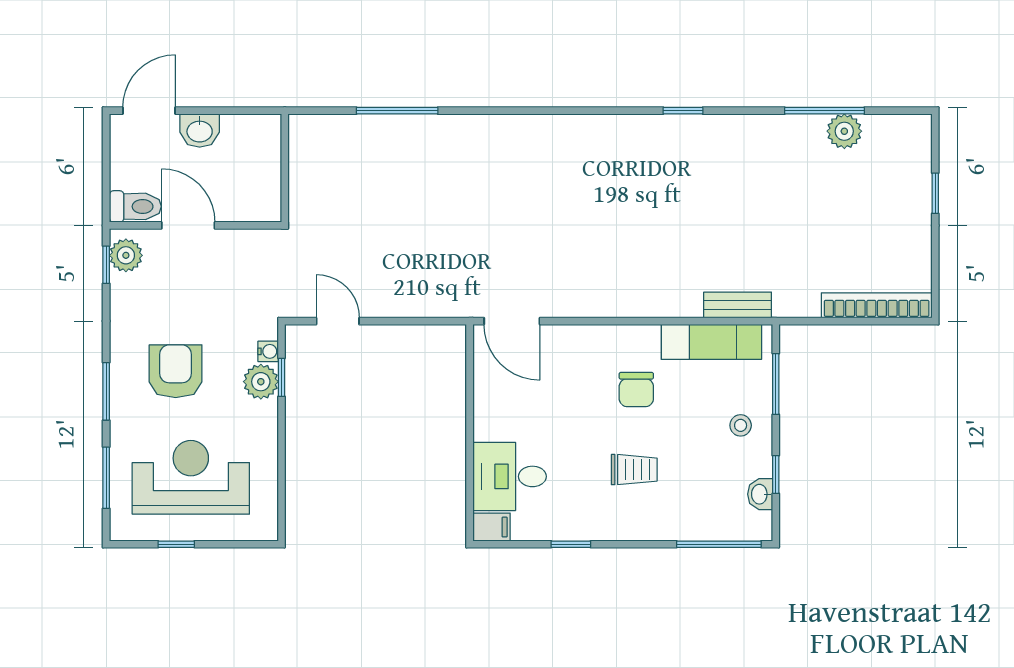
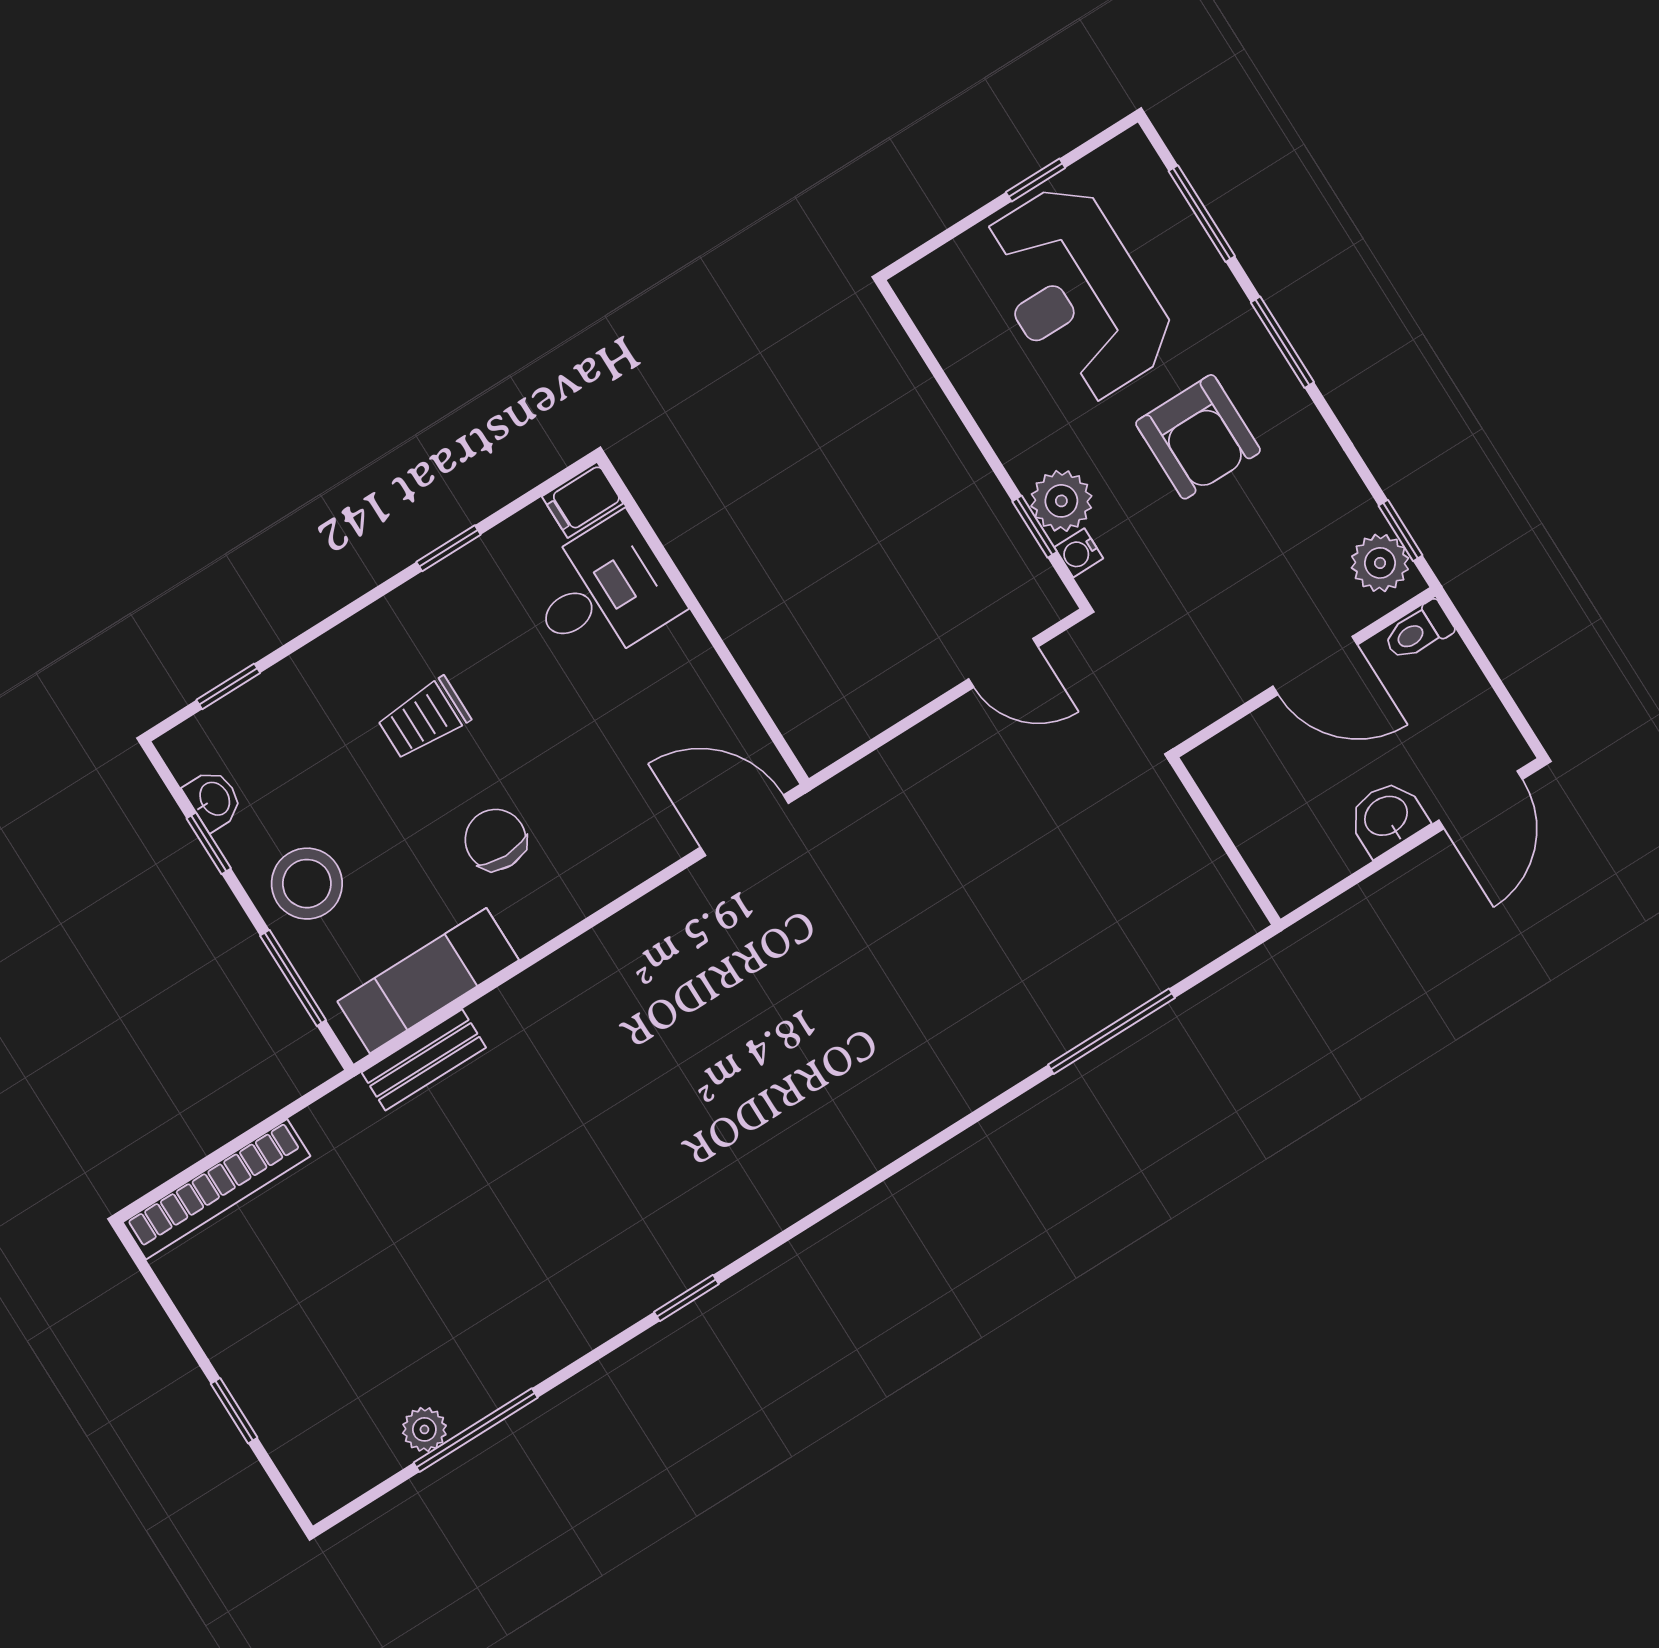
plant: (844, 131) -> (424, 1429), width x0.73, depth x0.73
toilet: (135, 206) -> (1418, 631), width x0.73, depth x0.72
stool: (741, 425) -> (307, 884), width x1.89, depth x1.89
reception desk: (191, 477) -> (1076, 293), turned 90
window: (719, 544) -> (228, 686), width x0.46

